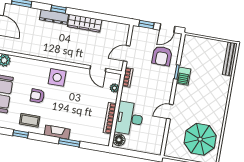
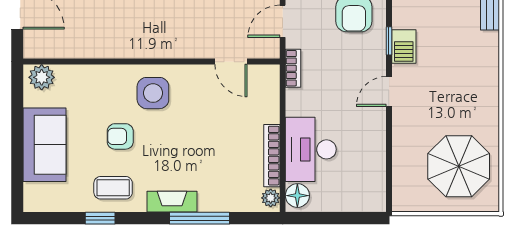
plant: (114, 88) -> (271, 198), moved
door: (170, 112) -> (389, 92), moved
window: (69, 142) -> (199, 218), width x1.44

